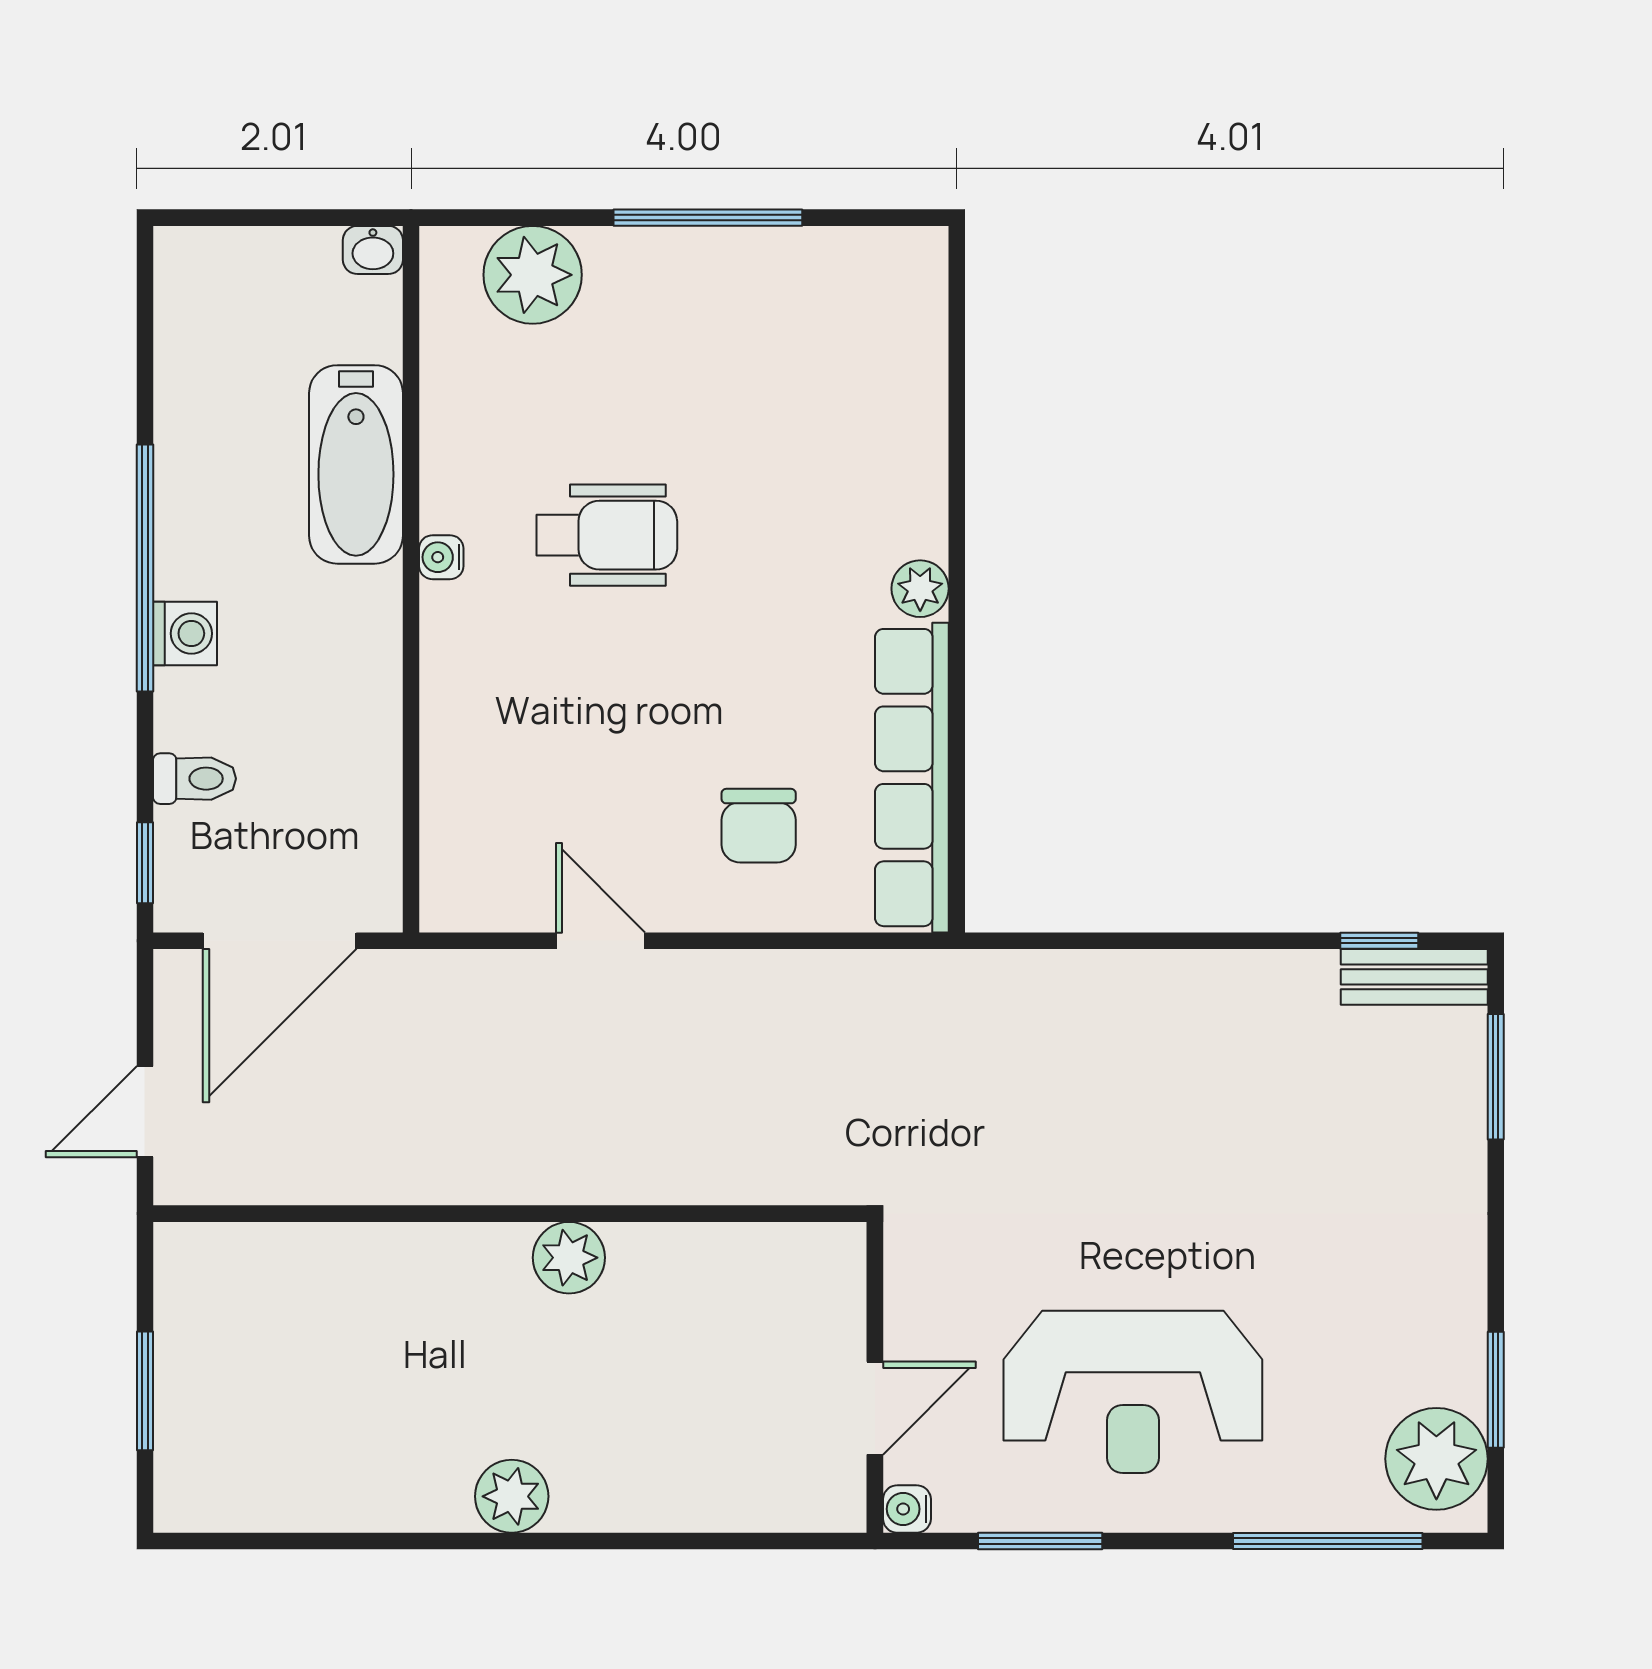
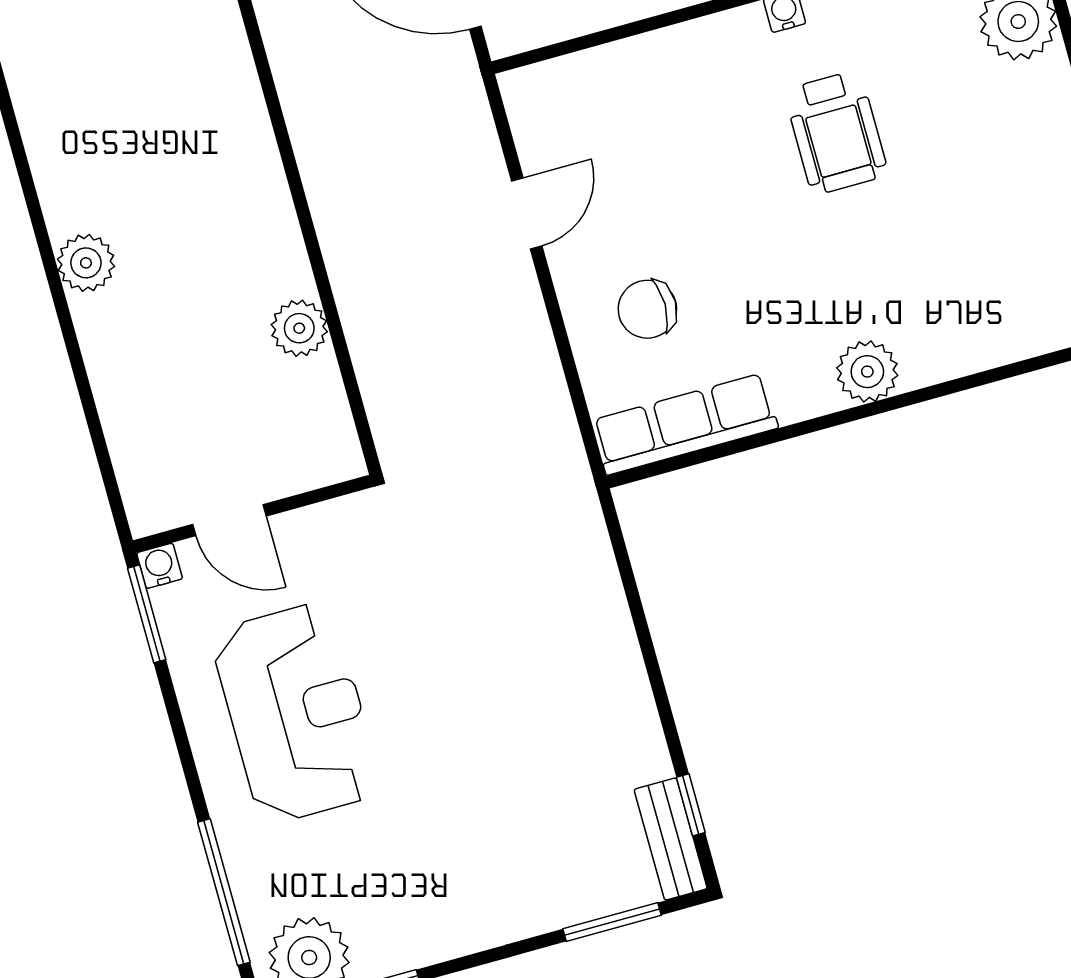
plant: (920, 589) -> (867, 372), width x1.38, depth x1.38
row of seats: (912, 778) -> (685, 424), width x0.73
plant: (569, 1258) -> (299, 328), moved
reception desk: (1133, 1392) -> (296, 713), turned 180
window: (1040, 1541) -> (147, 614), moved

